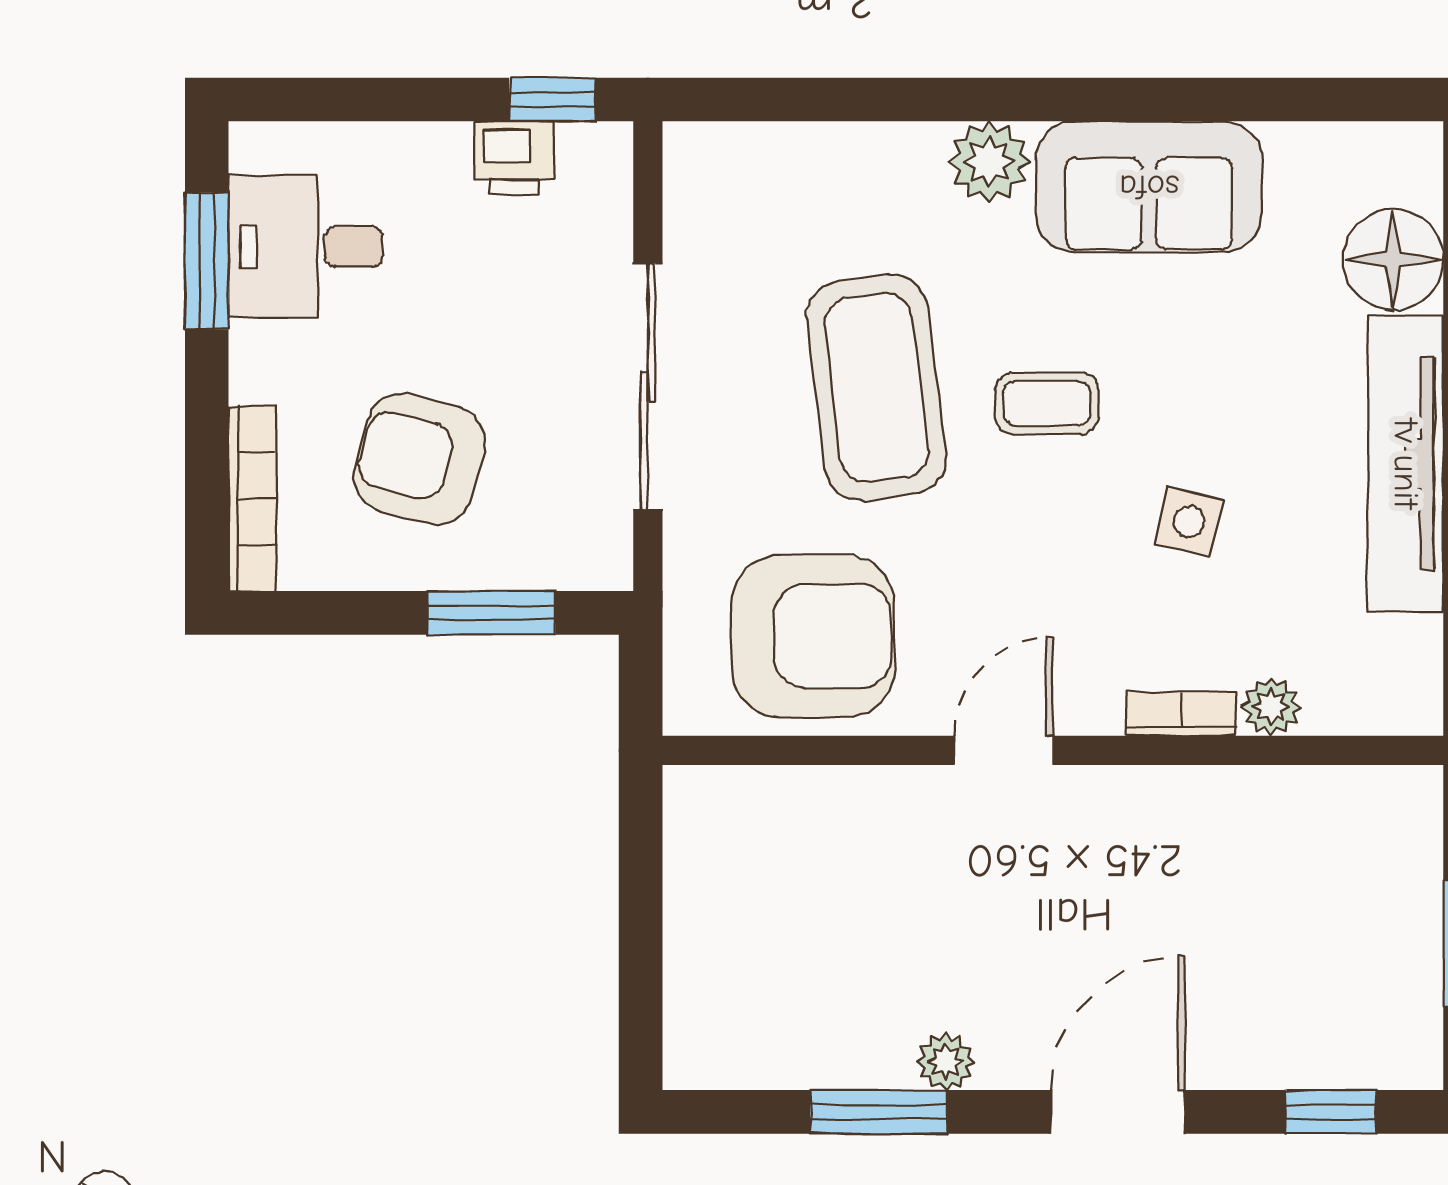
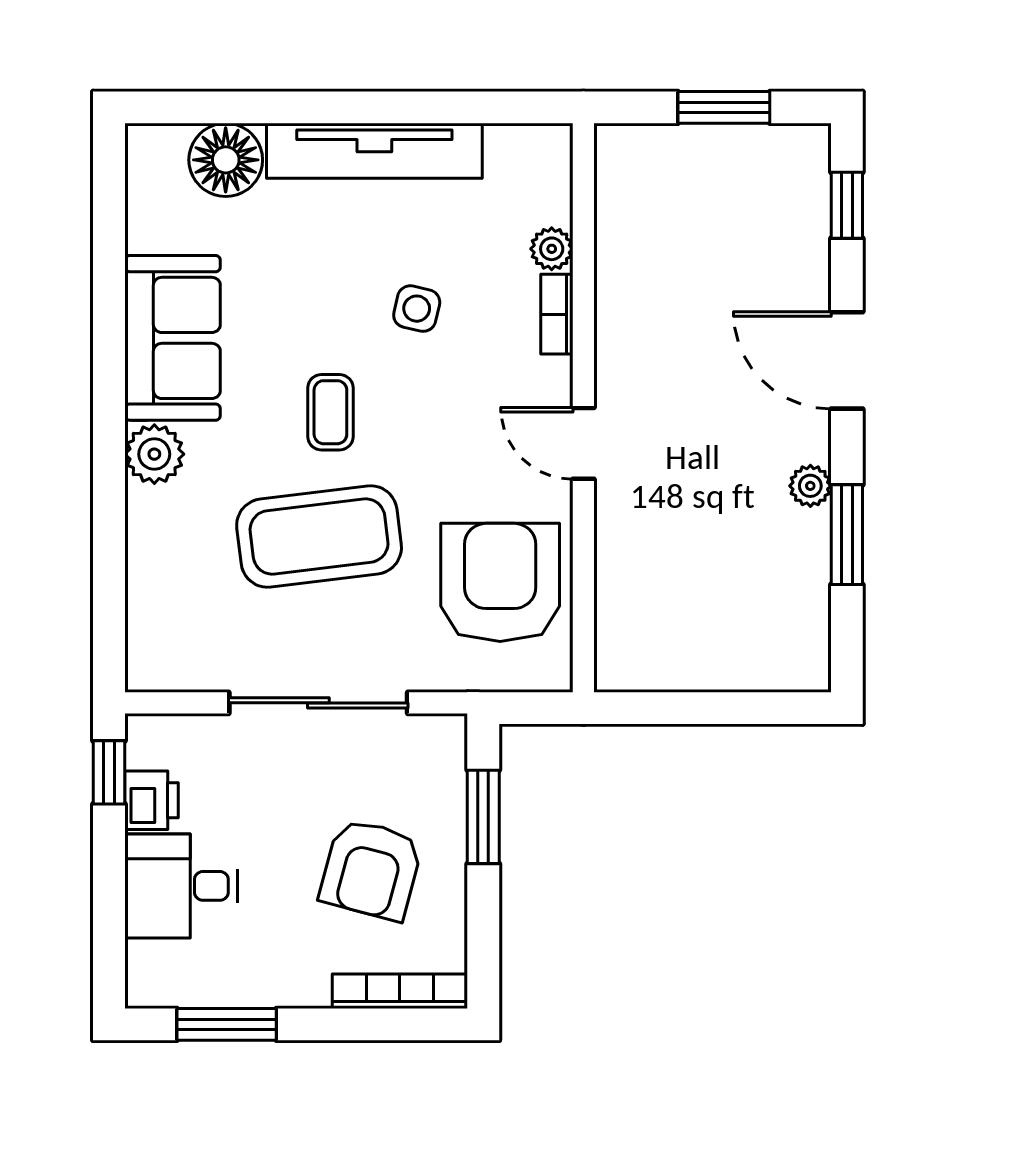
desk: (306, 247) -> (181, 886), moved, turned 90

